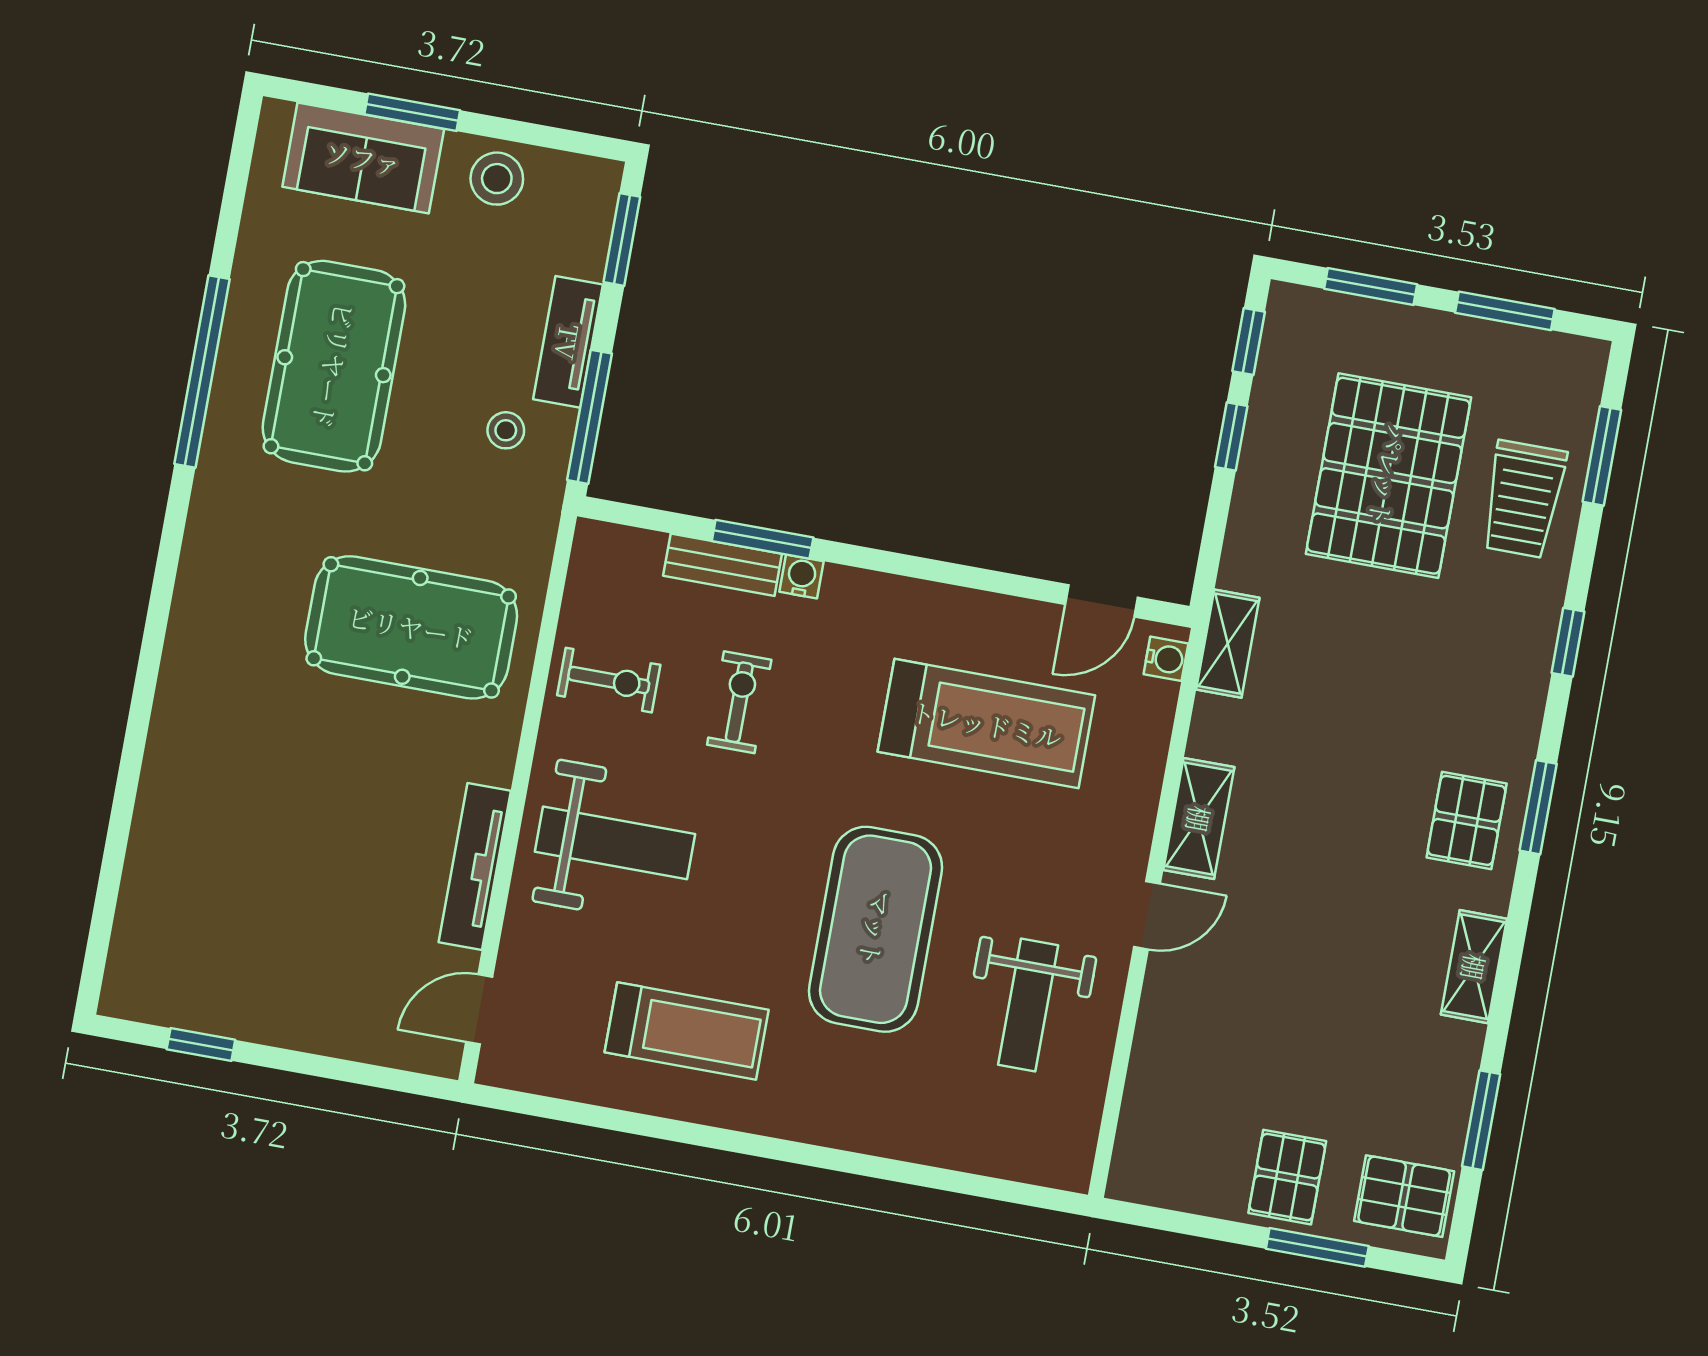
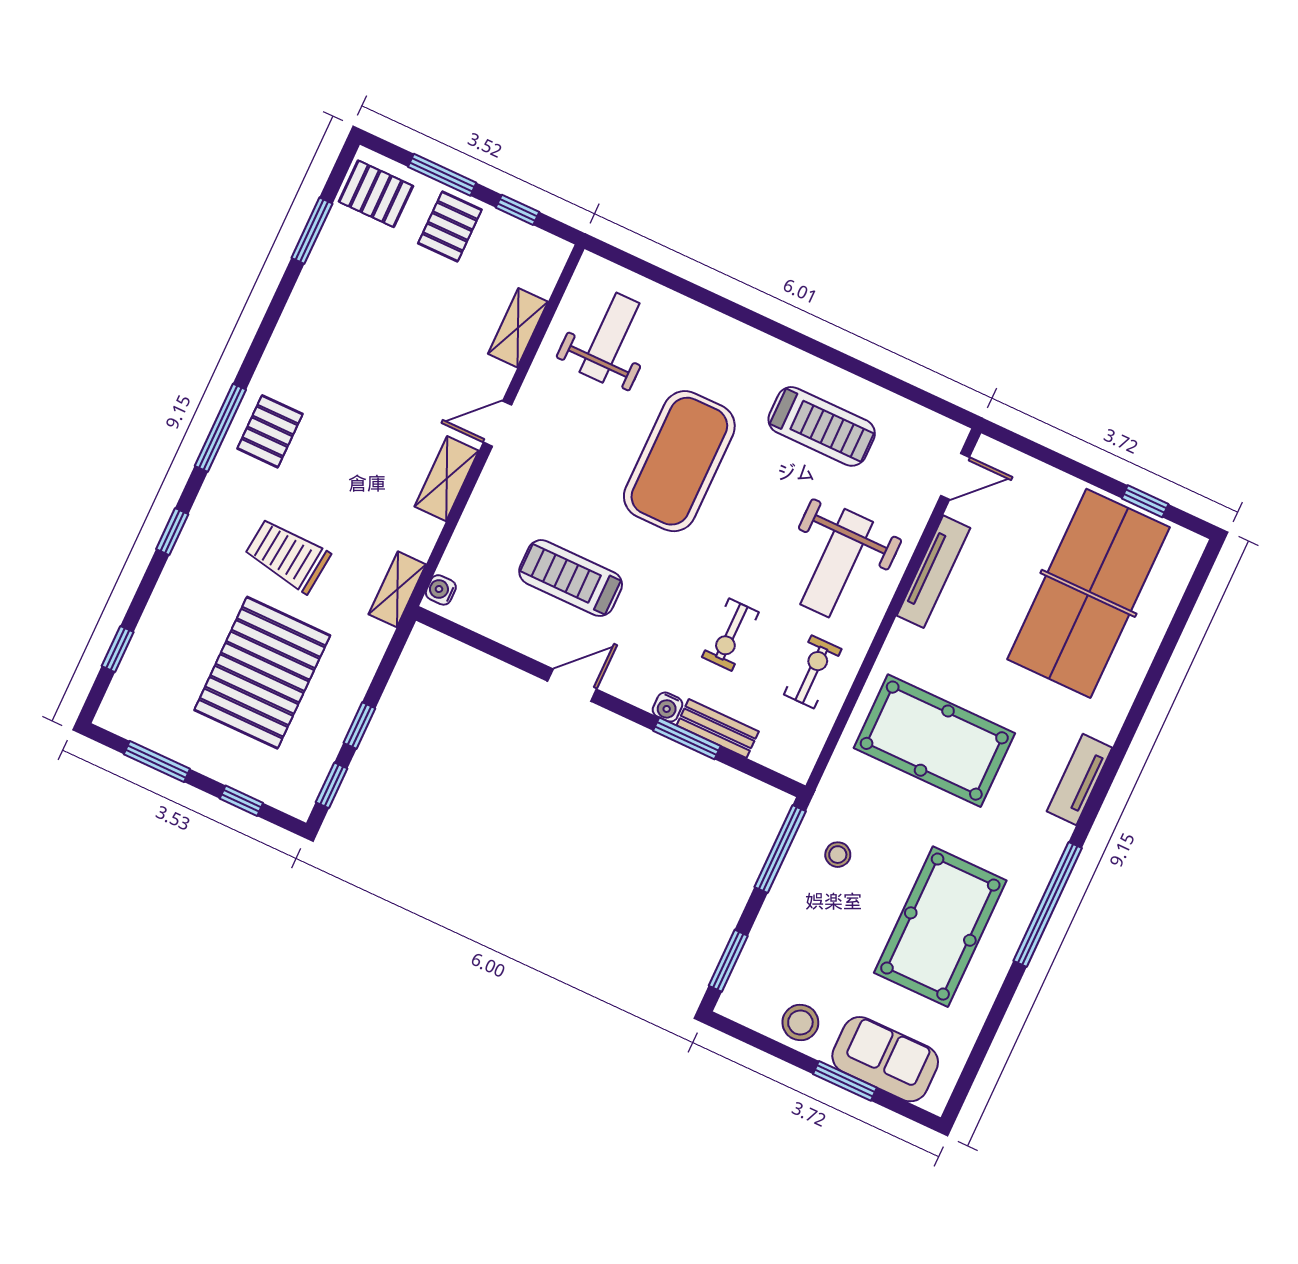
window: (1371, 286) -> (241, 801), width x0.67
tv unit: (568, 342) -> (1080, 780), moved, turned 180
window: (202, 372) -> (1048, 904), moved
window: (1602, 456) -> (118, 649), width x0.67
trolley: (1523, 499) -> (287, 555), moved, turned -84
door: (1101, 601) -> (572, 685), moved
exercise bike: (609, 680) -> (813, 672), turned 90
treadmill: (986, 724) -> (571, 578), width x0.73, depth x0.73
window: (1538, 807) -> (220, 428), width x1.44
weight bench: (615, 843) -> (837, 563), turned -90
table tennis table: (247, 893) -> (1088, 593), added
shelving: (1474, 967) -> (518, 328), moved
weight bench: (1028, 1005) -> (610, 338), moved
treadmill: (687, 1031) -> (822, 426), turned 180
window: (1198, 1226) -> (518, 210), added

